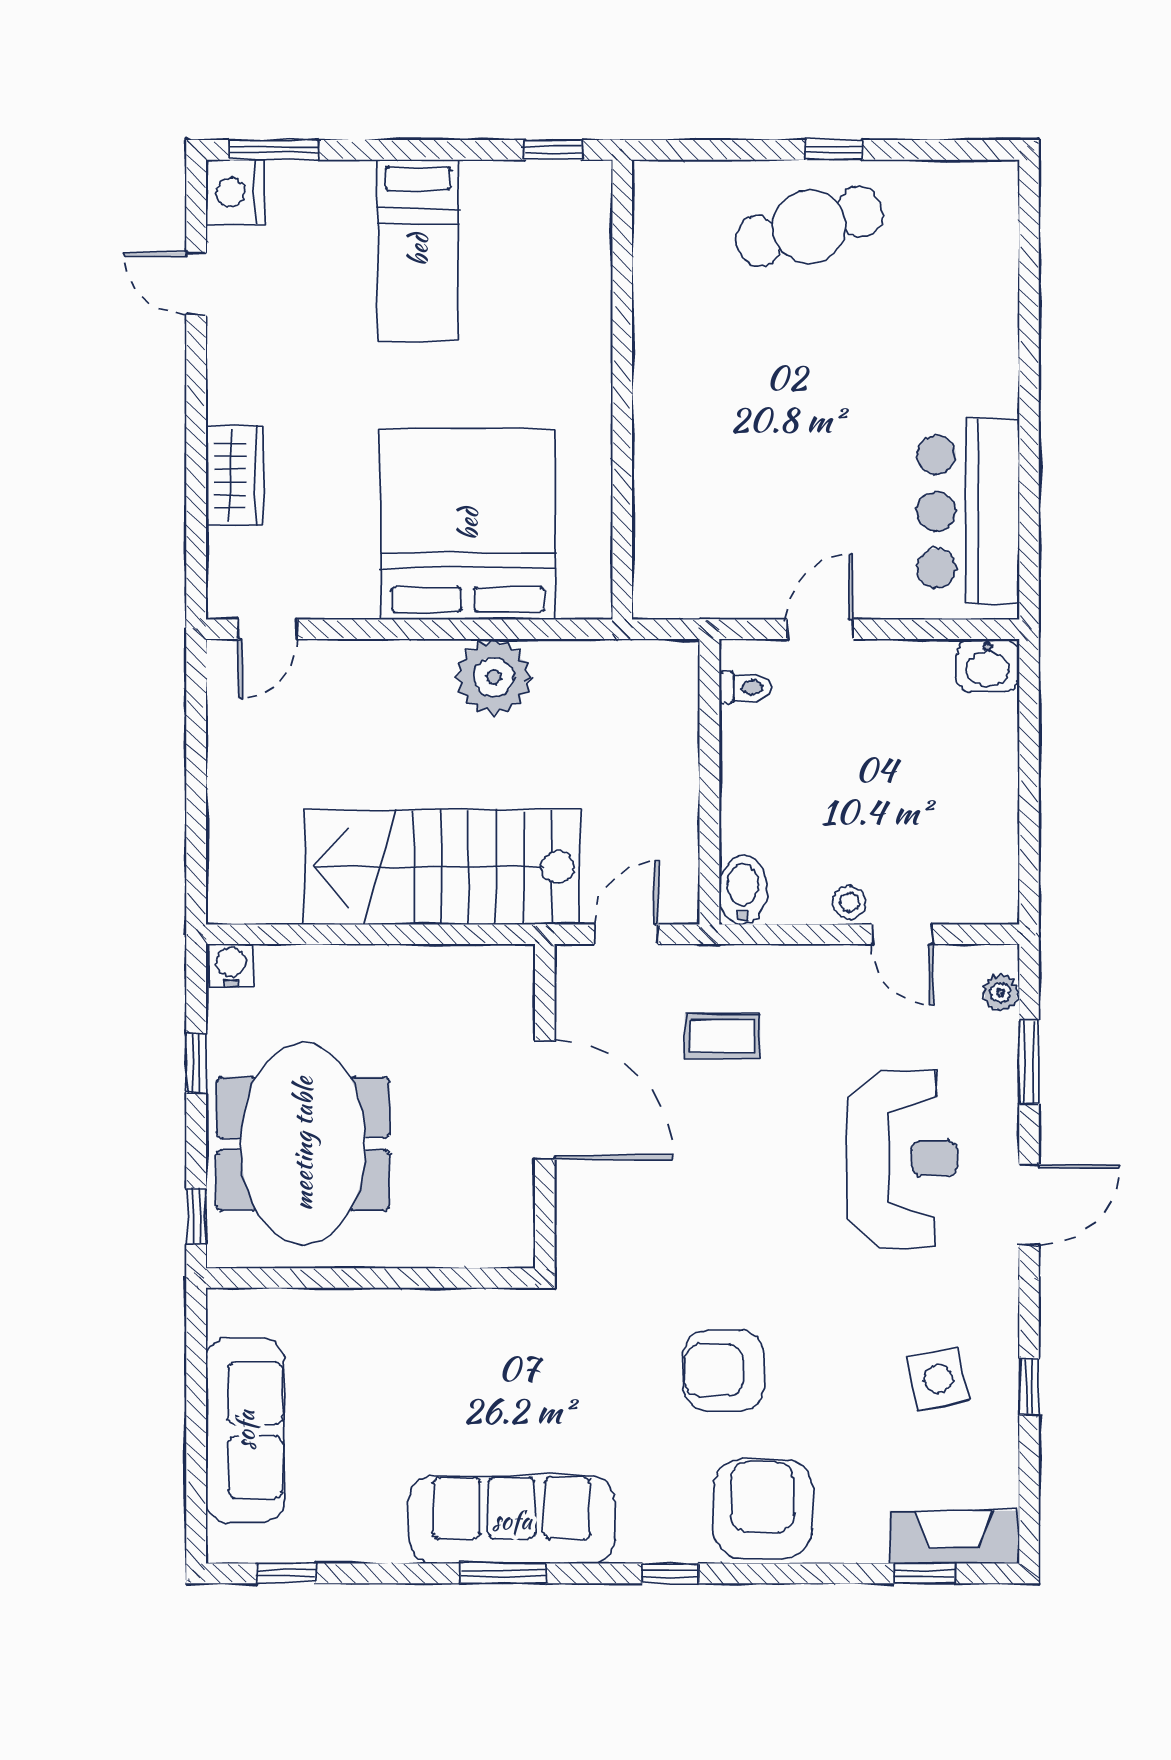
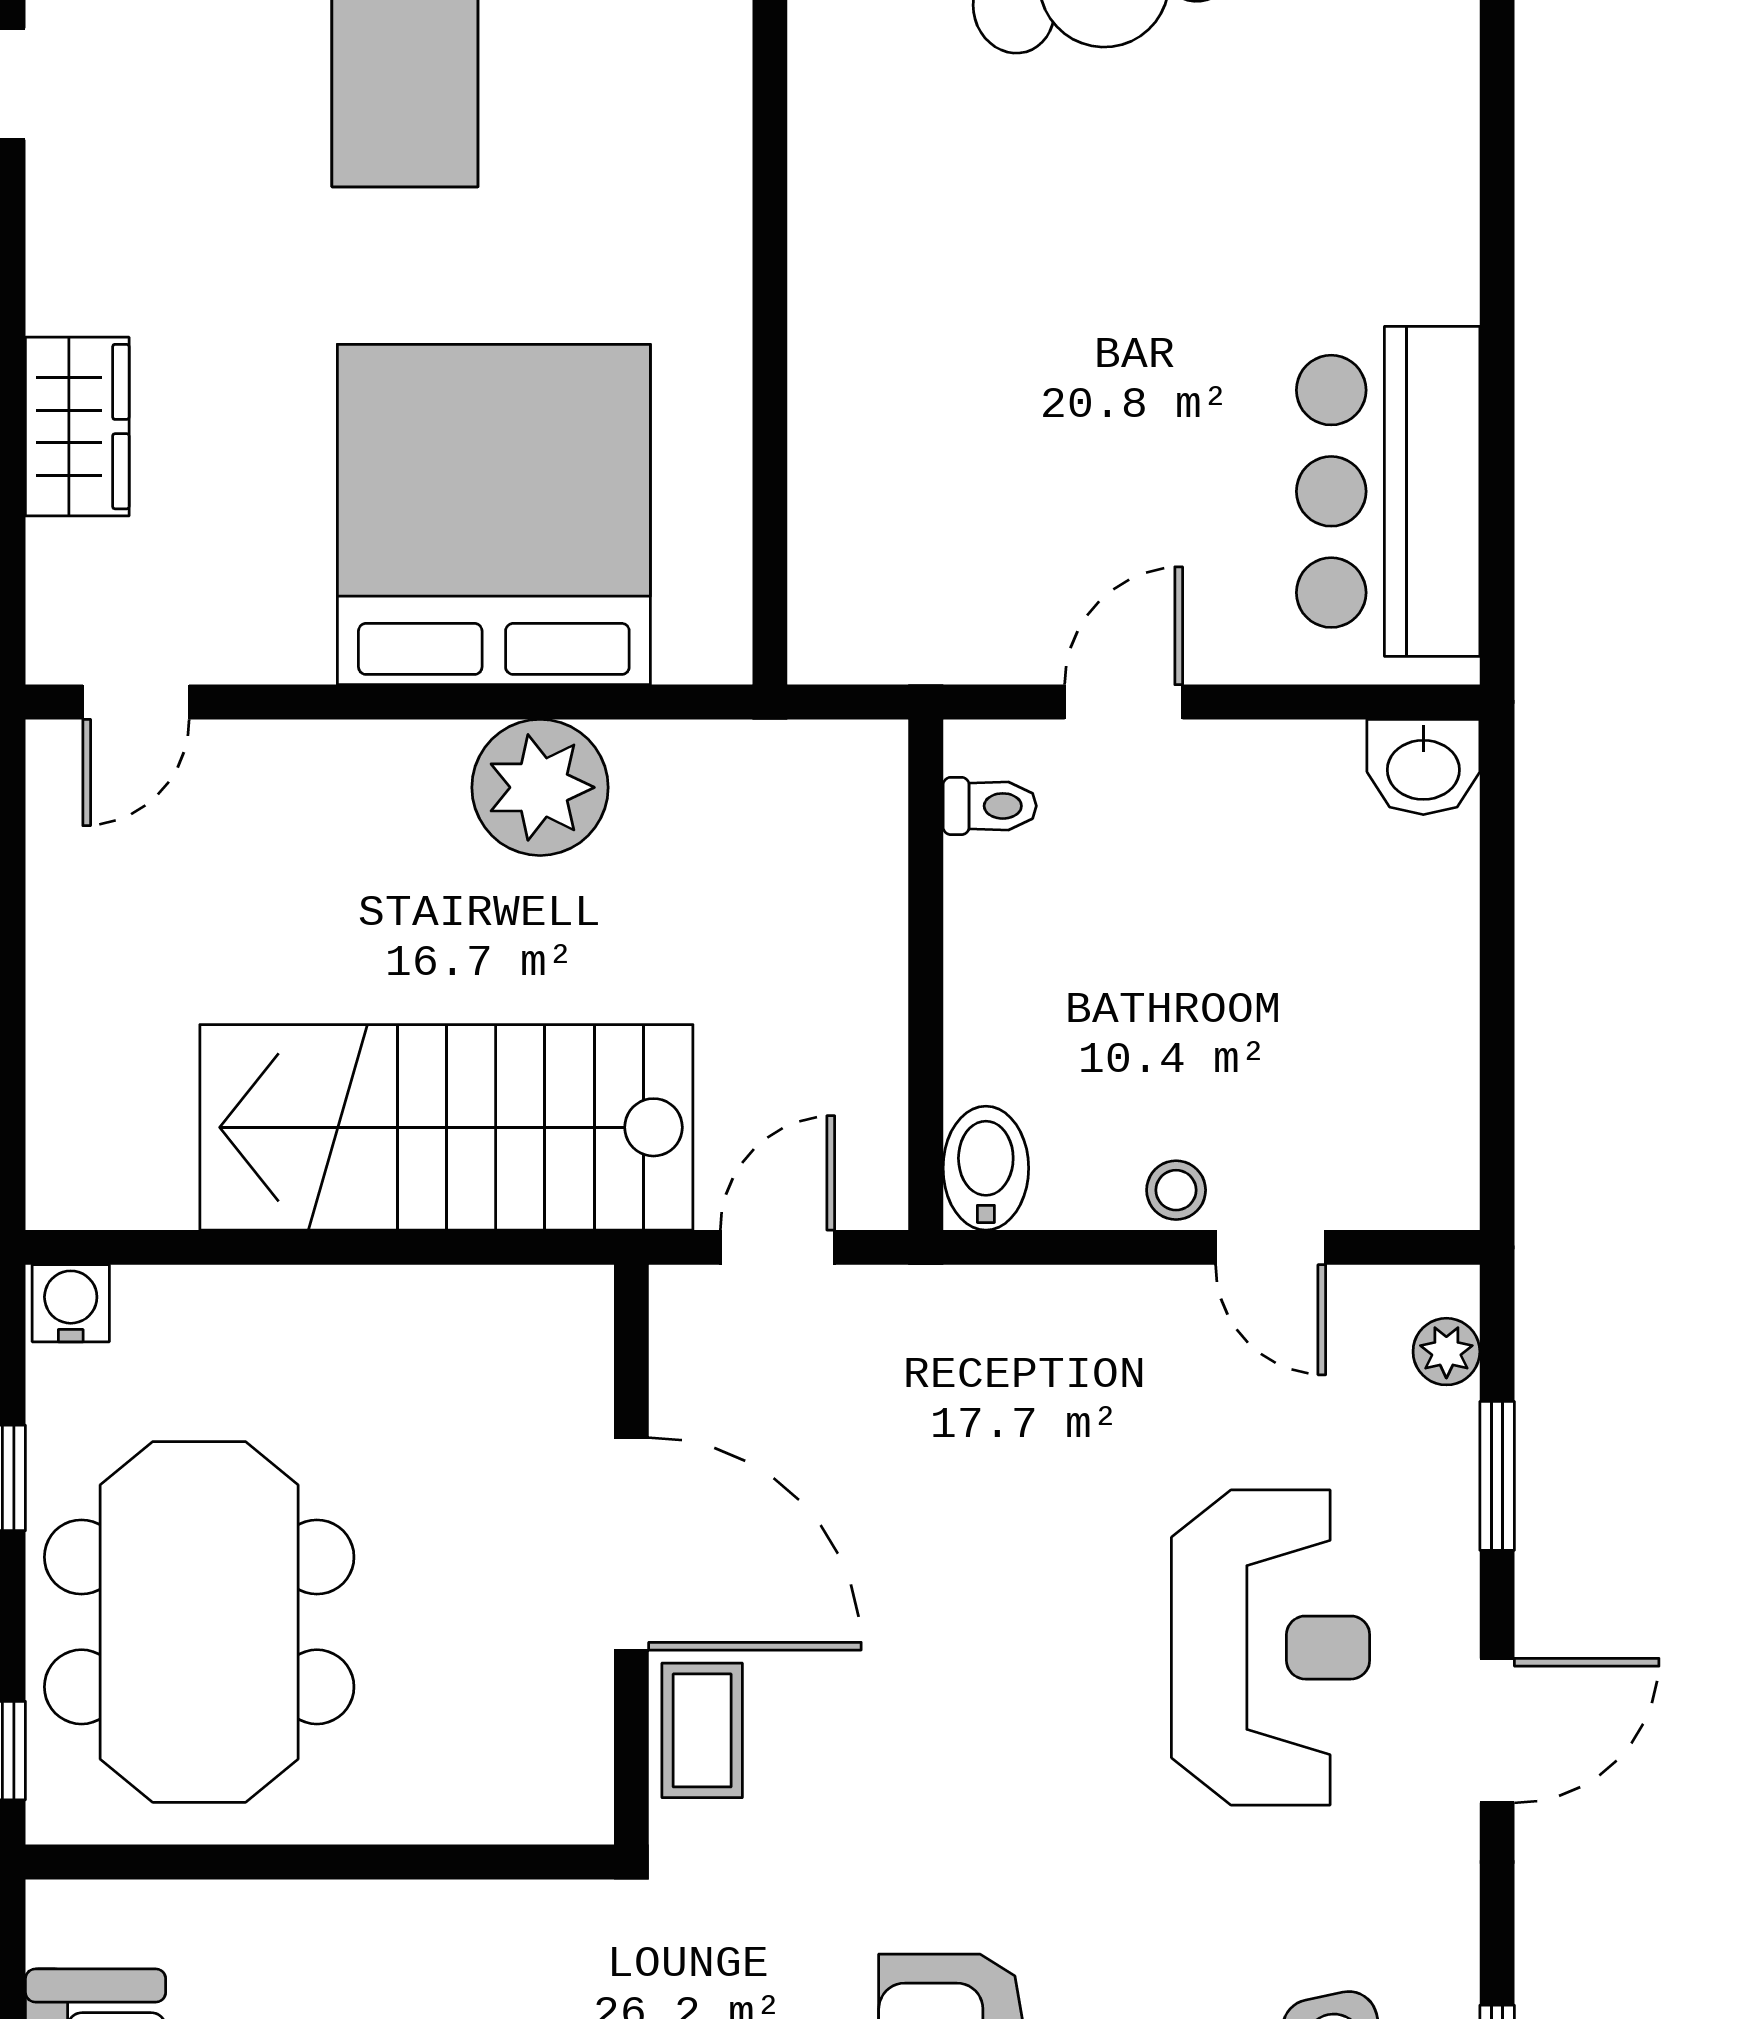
coffee table: (723, 1036) -> (702, 1730), moved, turned 90

